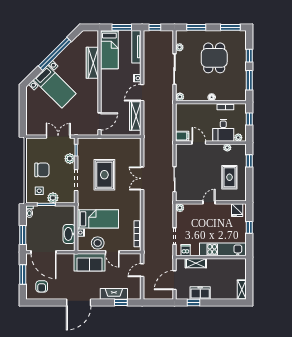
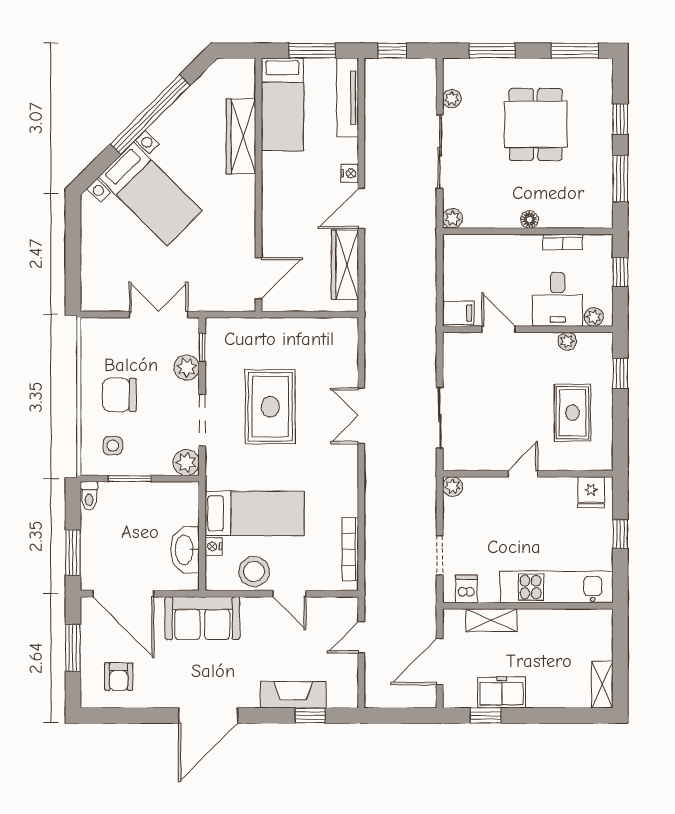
chair: (42, 170) -> (119, 395), turned 180
plant: (53, 198) -> (186, 462), moved
sofa: (89, 262) -> (202, 618), moved

